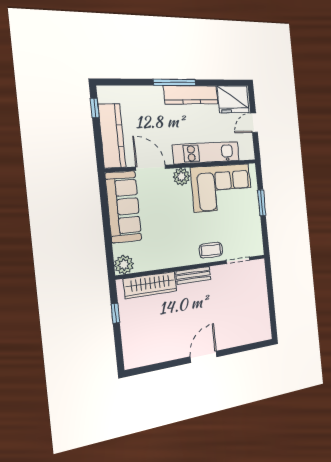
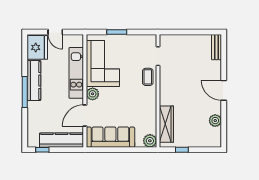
bench: (193, 275) -> (217, 47), moved
plant: (162, 353) -> (215, 121), added

